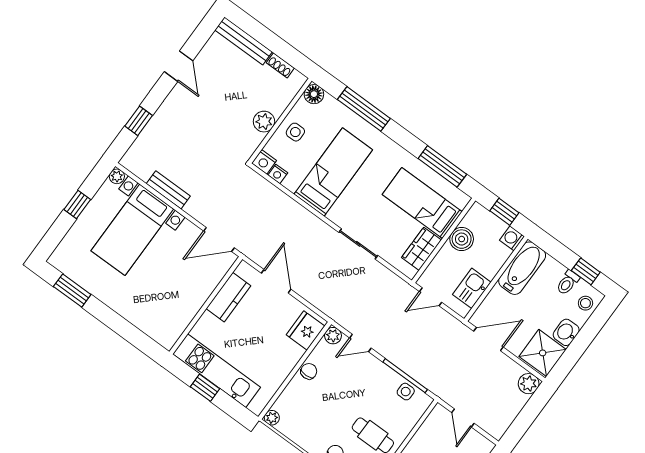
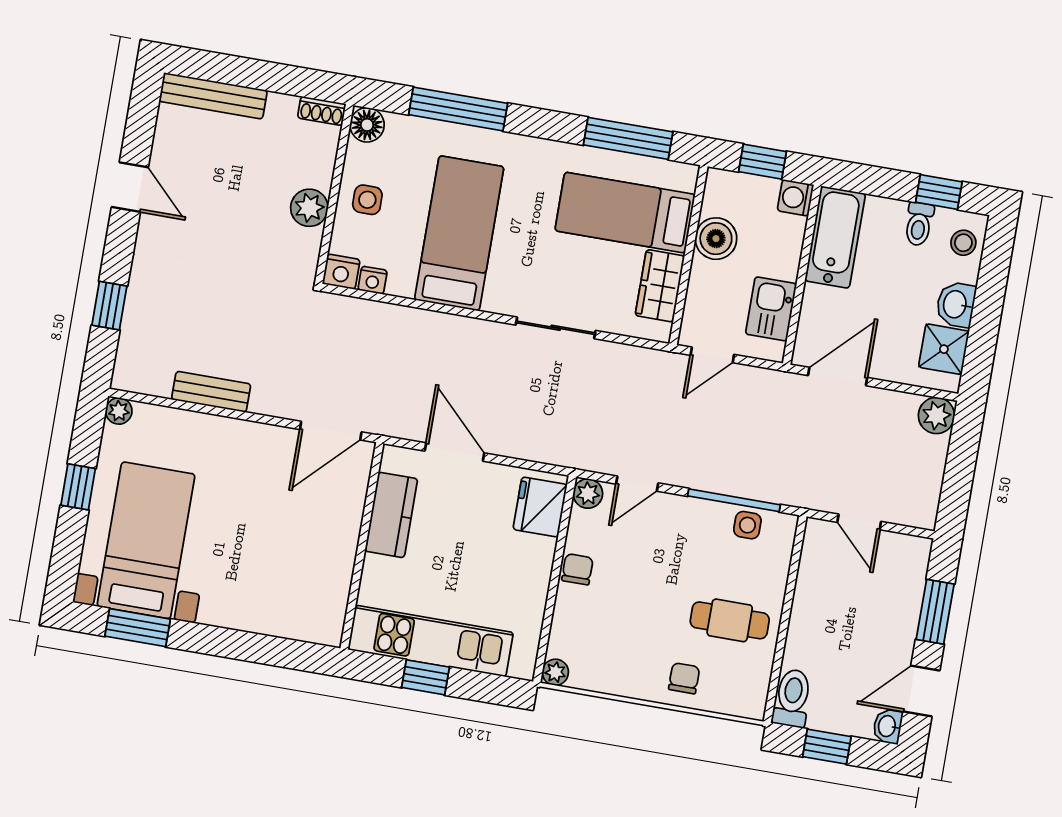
shoe rack: (280, 65) -> (322, 111), moved
bed with nightstands: (132, 230) -> (146, 540), moved, turned 180
shower: (543, 353) -> (944, 349), width x0.73, depth x0.73

